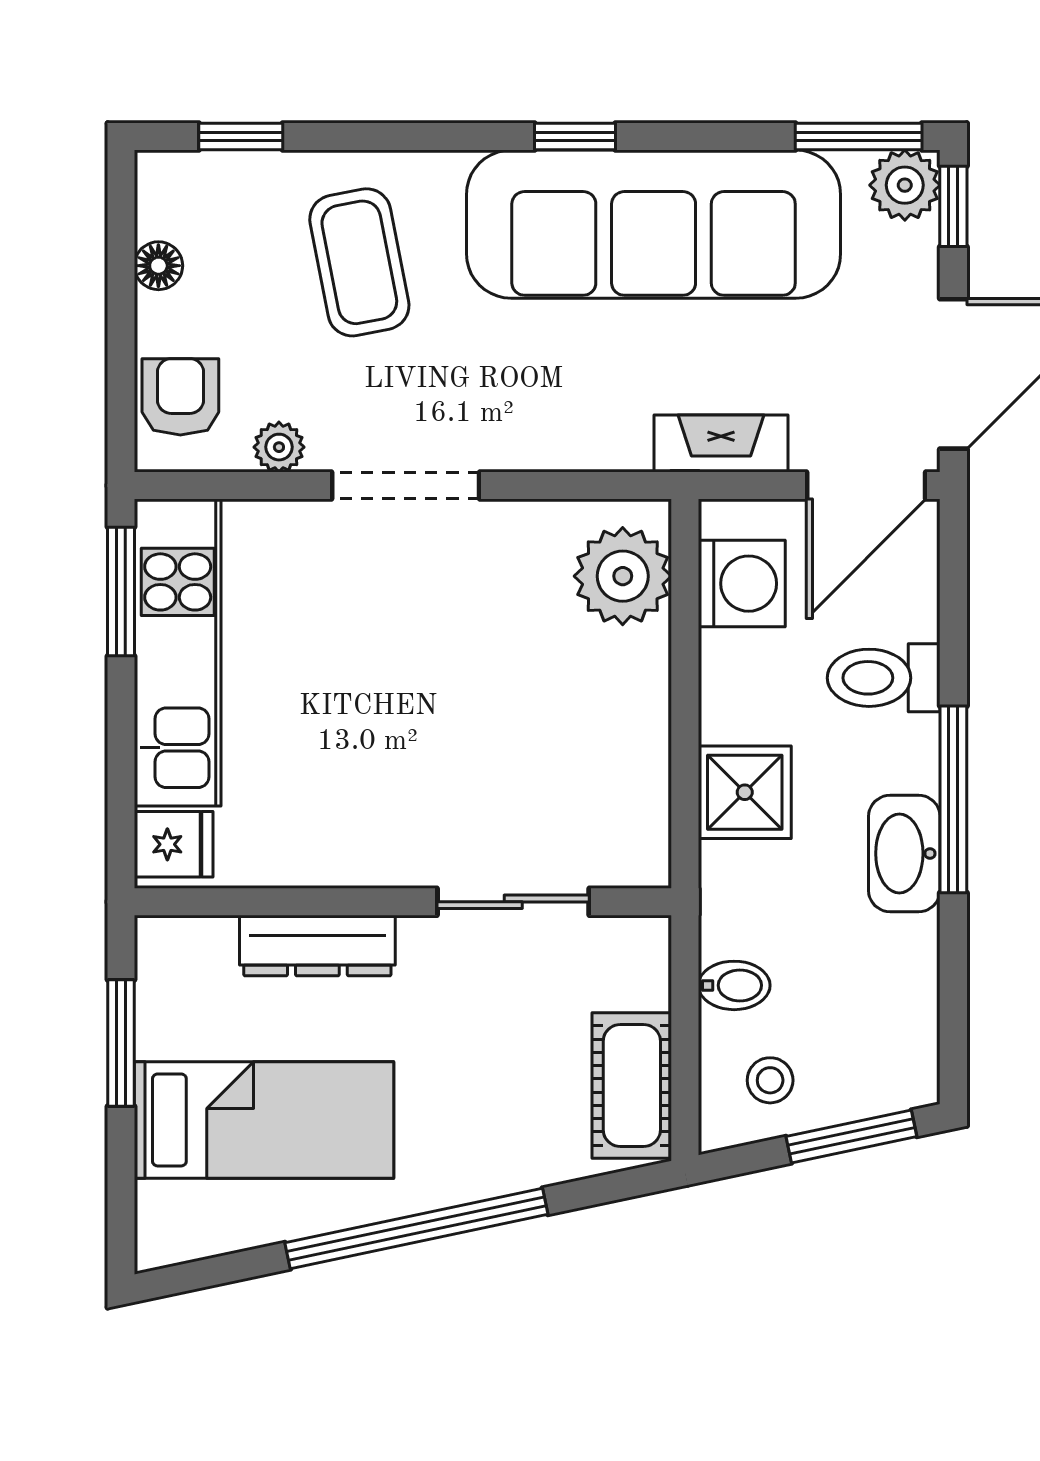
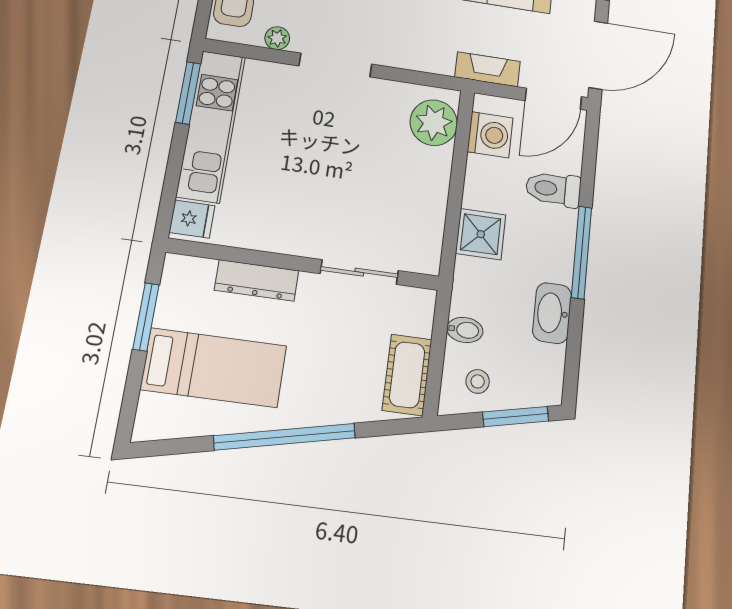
washbasin: (904, 853) -> (552, 313), moved

